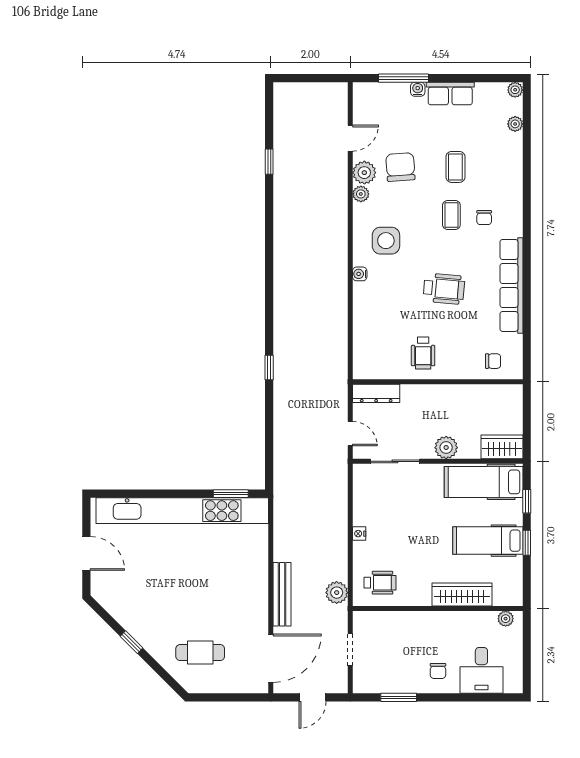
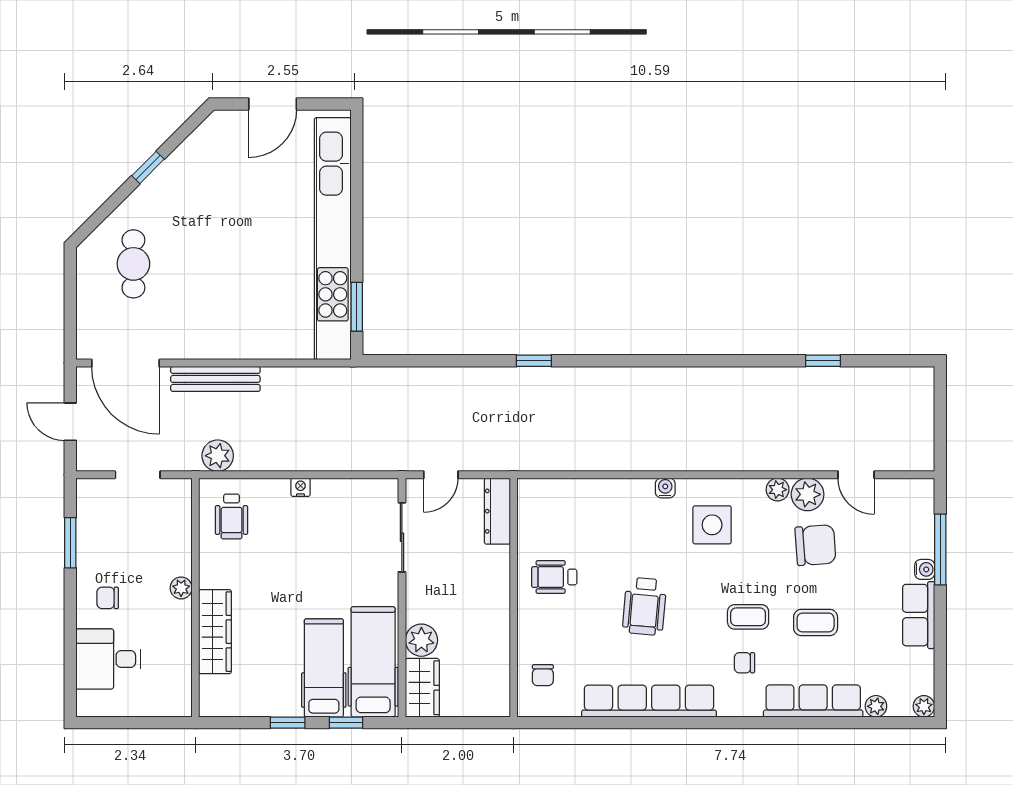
row of seats: (511, 169) -> (813, 701), added
plant: (446, 448) -> (421, 640), moved
hospital bed: (488, 541) -> (324, 668), moved
plant: (506, 619) -> (181, 588), moved

